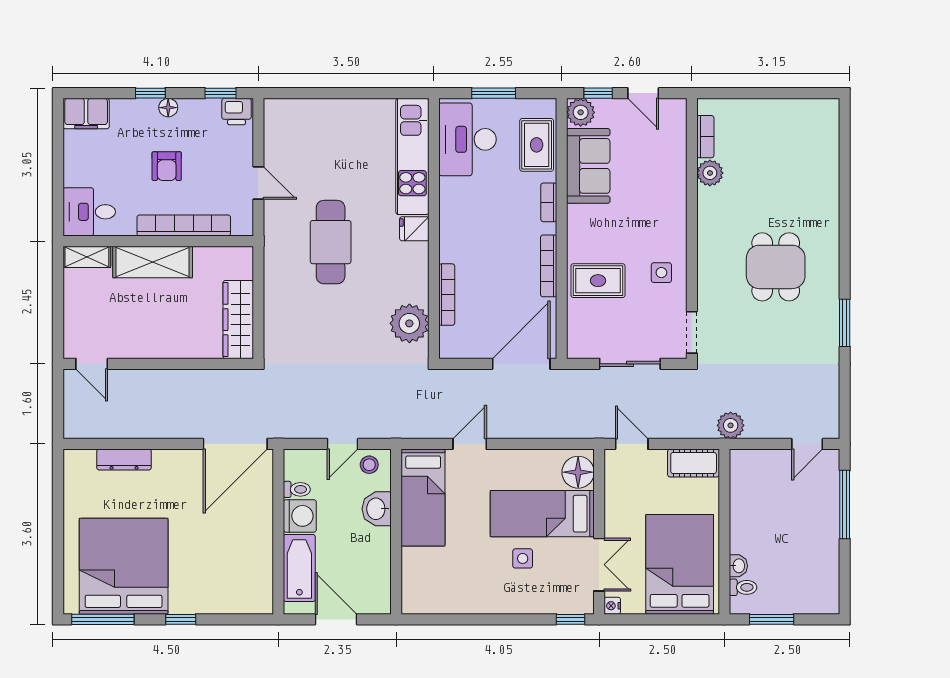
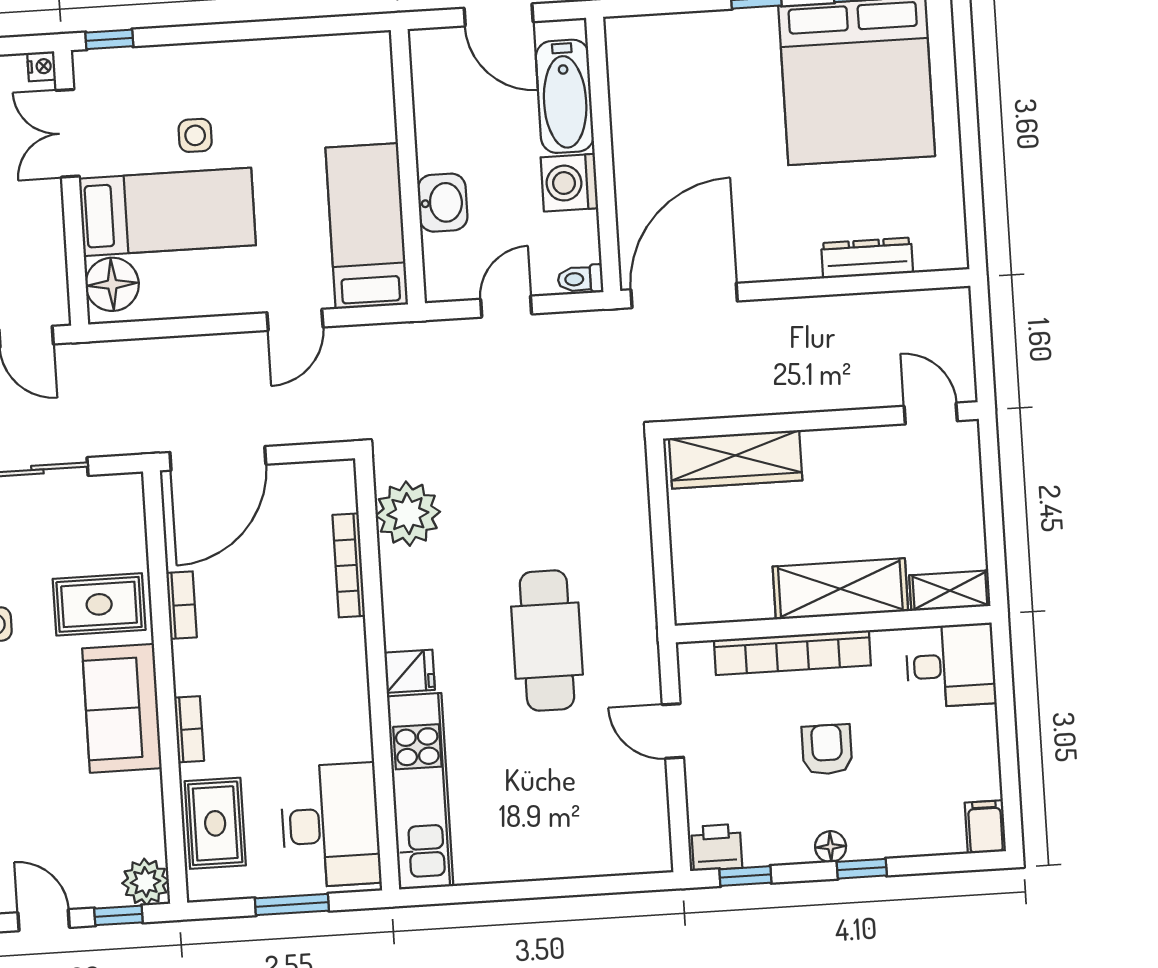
filing cabinet: (86, 114) -> (985, 827), width x0.50
sofa: (588, 166) -> (122, 708), moved
bookcase: (549, 266) -> (181, 605), width x0.64
wardrobe: (238, 320) -> (736, 459), moved, turned 90
stool: (369, 465) -> (460, 275), removed
toilet: (297, 489) -> (580, 279), moved

